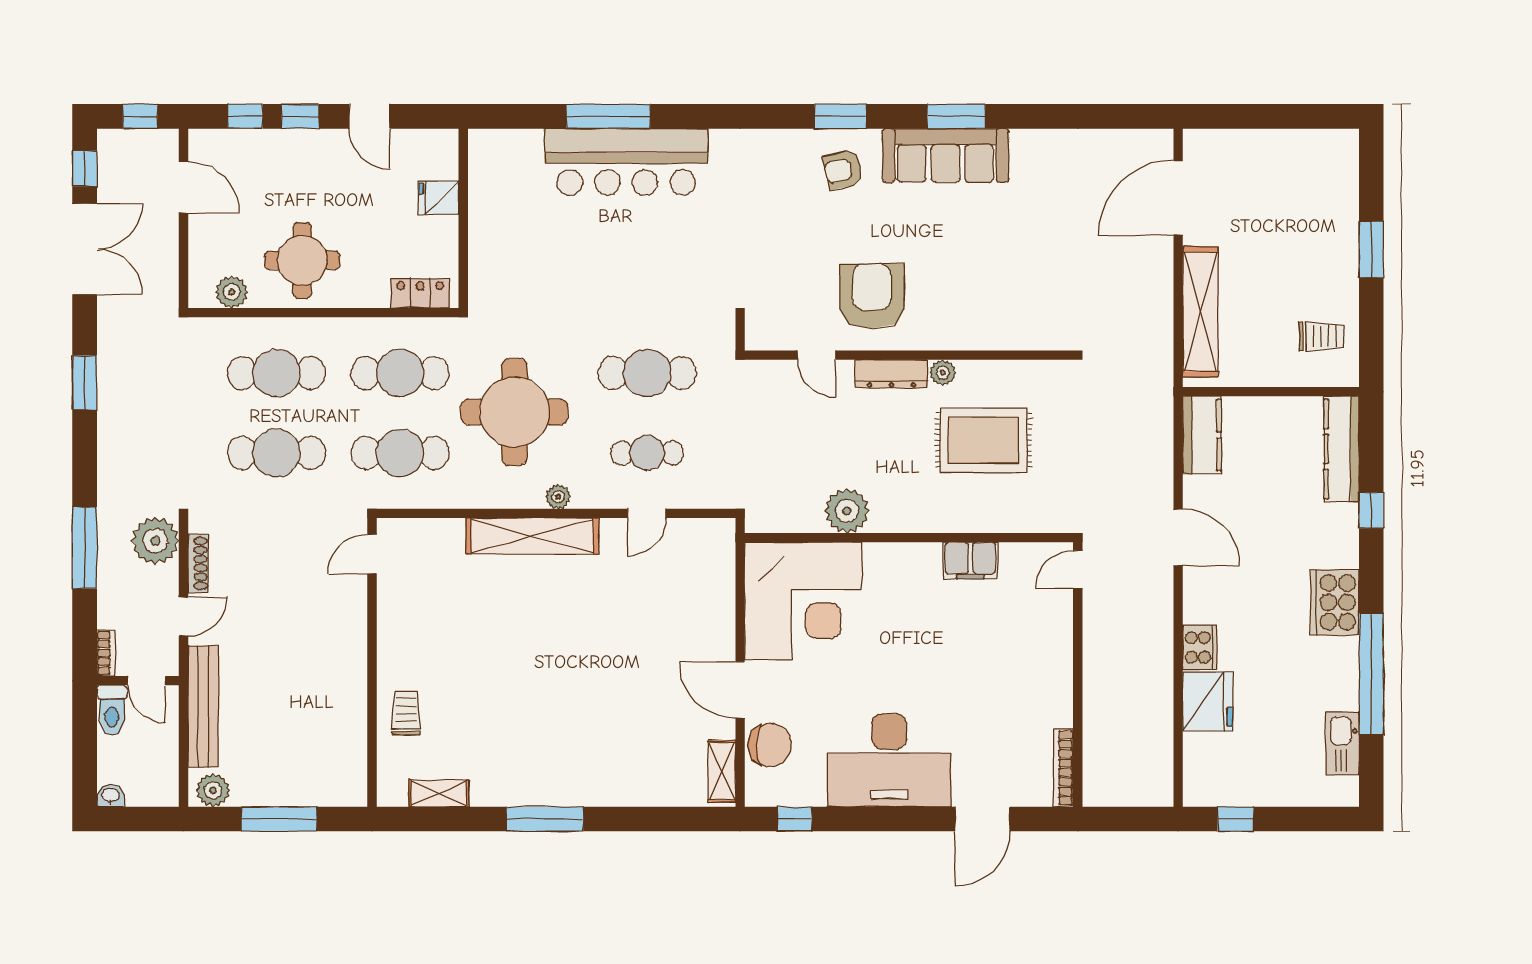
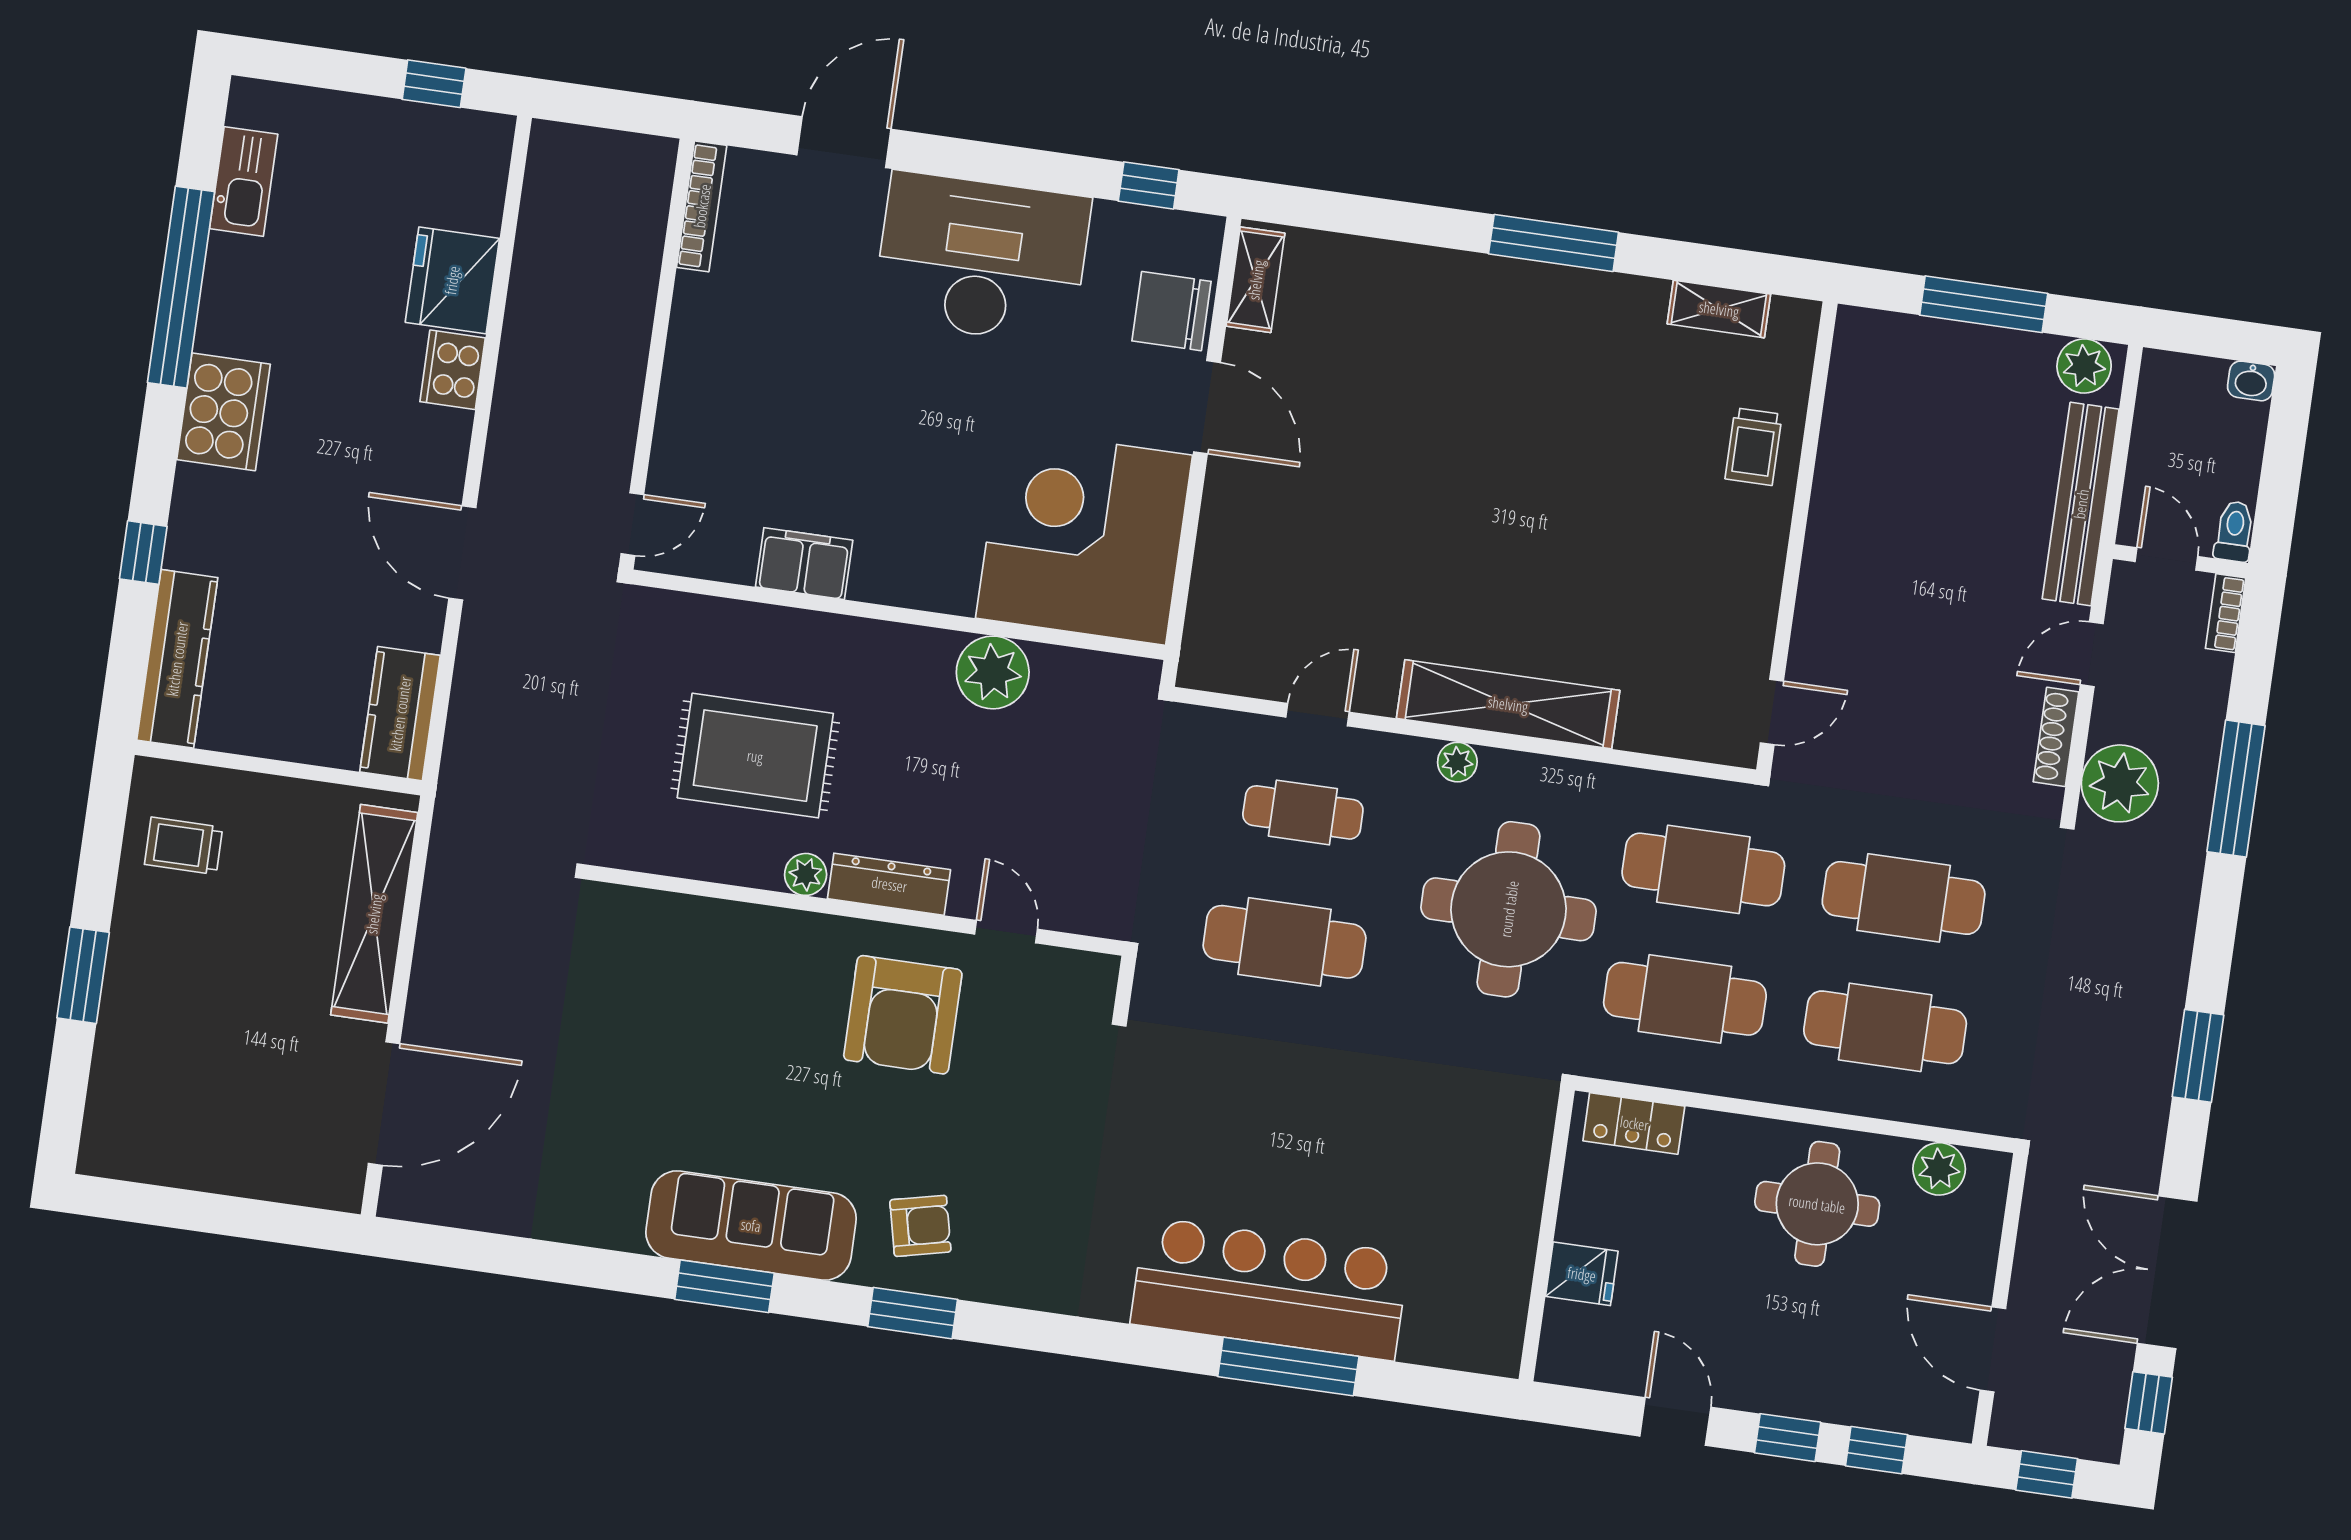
toilet: (112, 710) -> (2234, 531), width x0.73, depth x0.72

